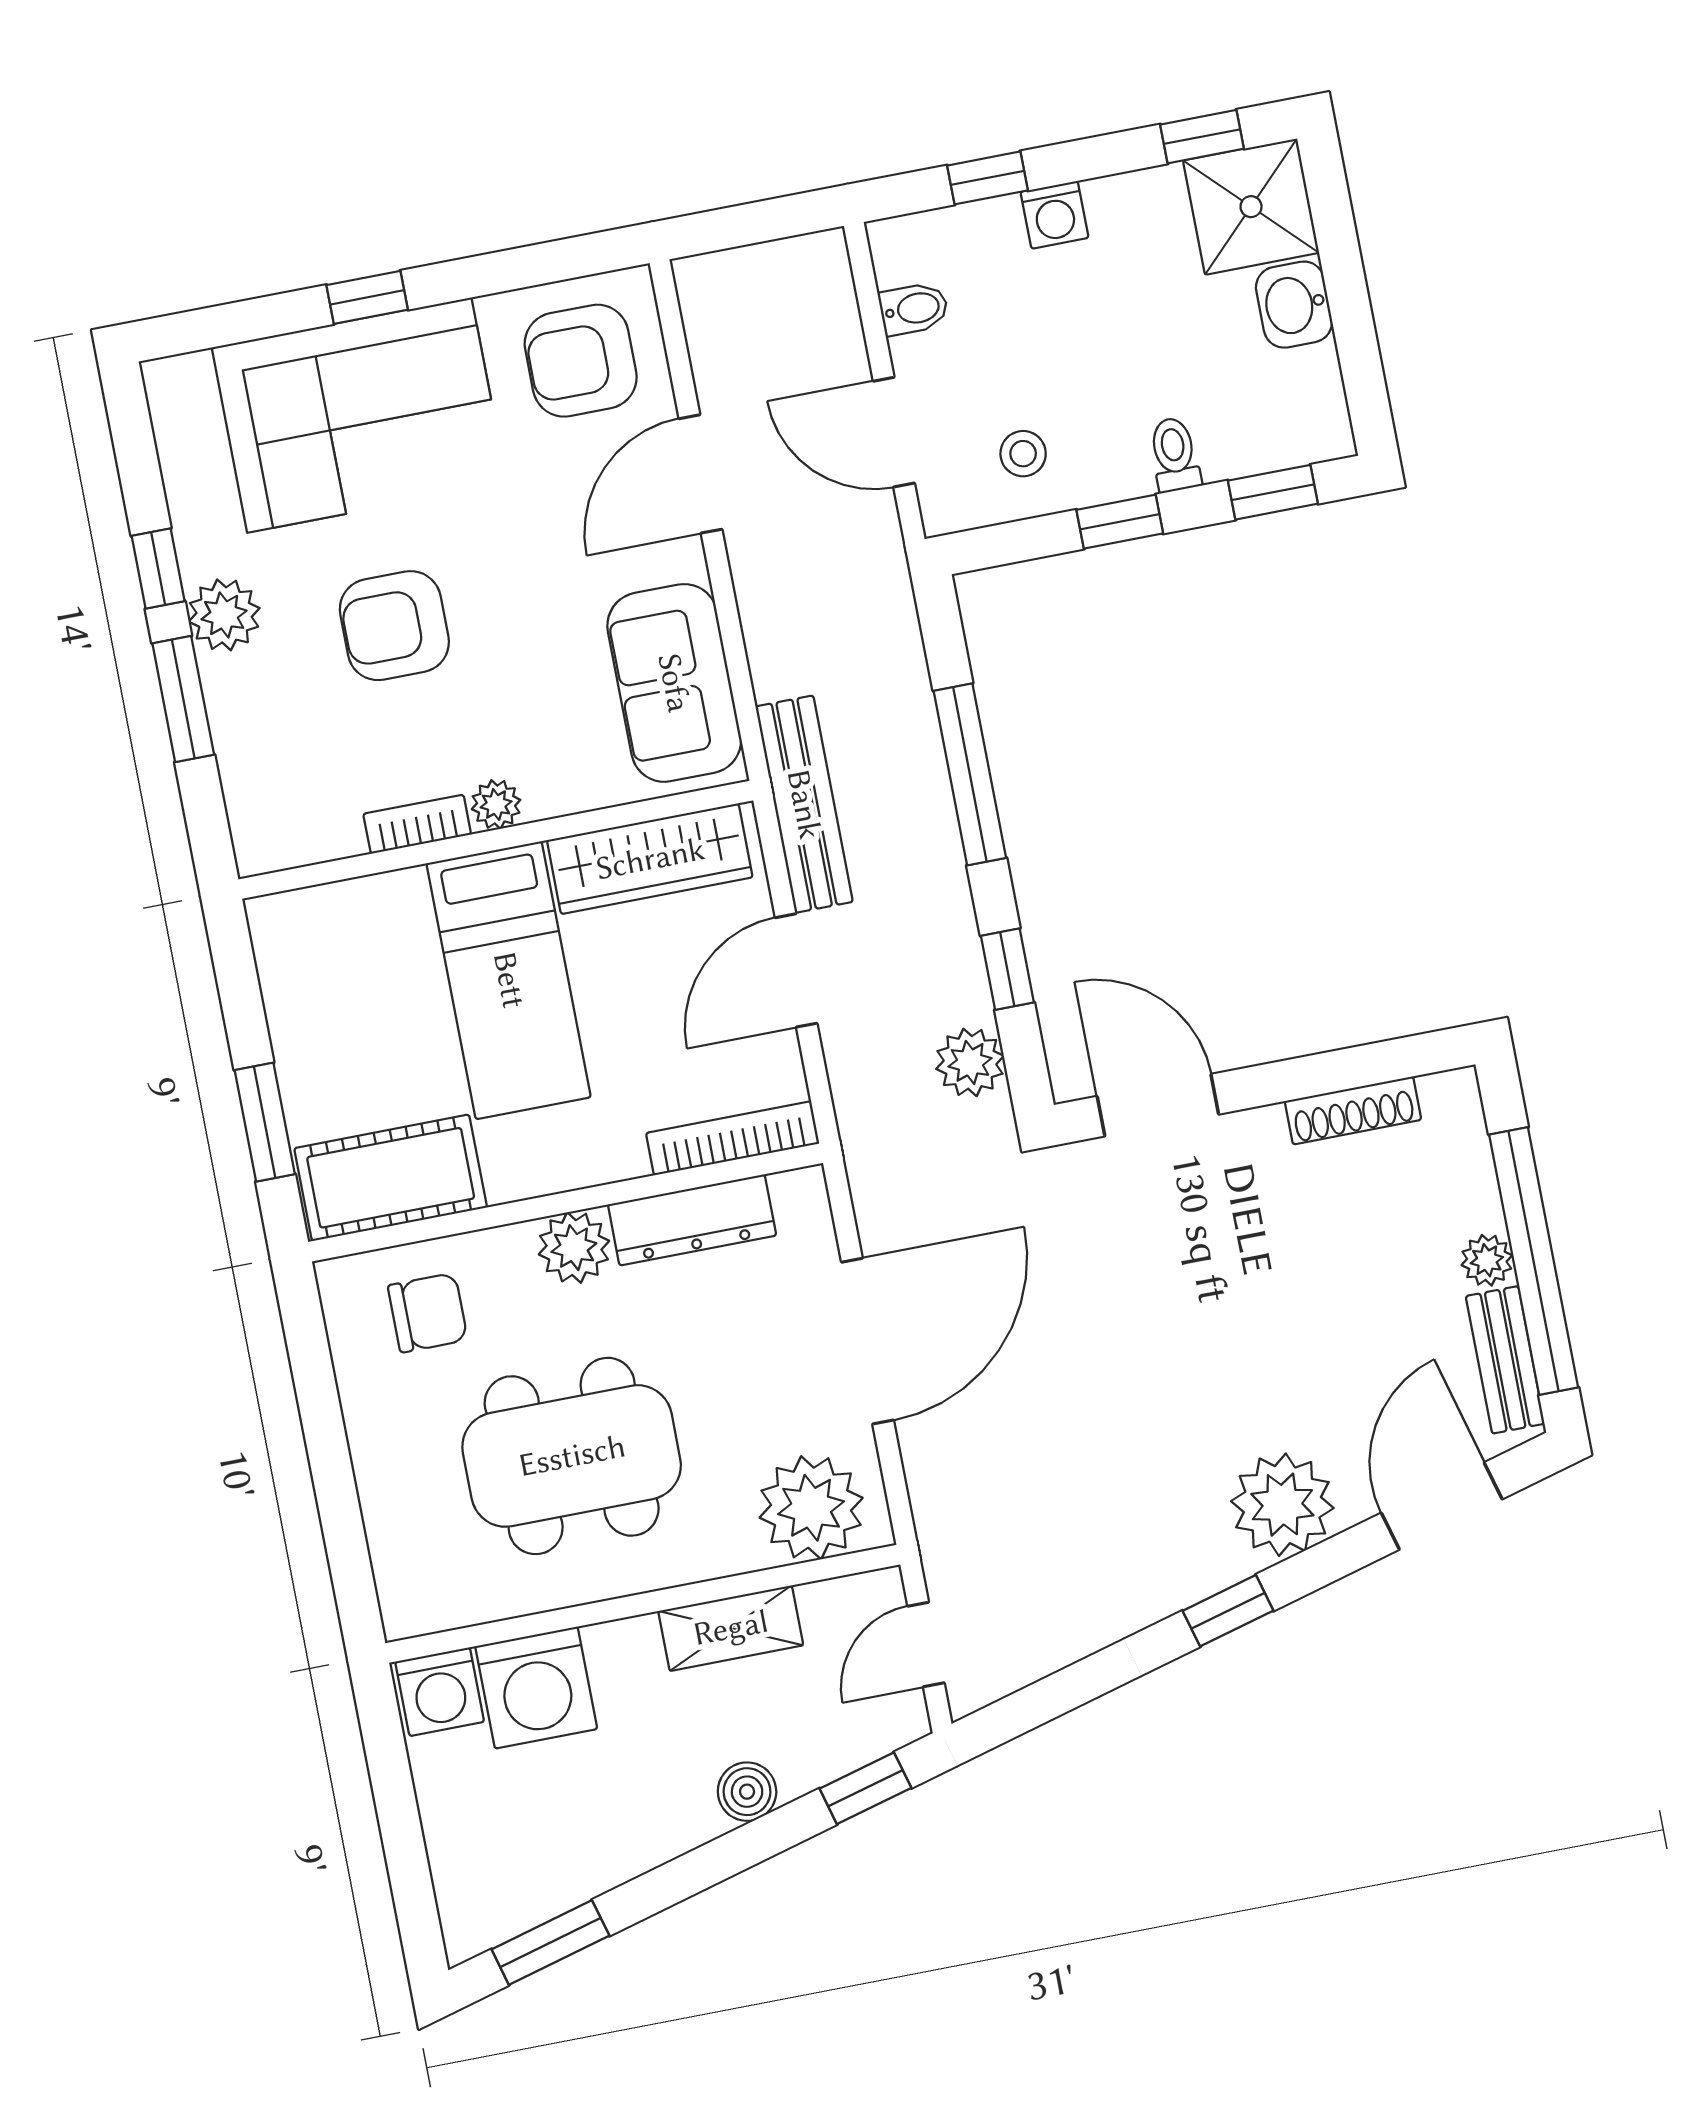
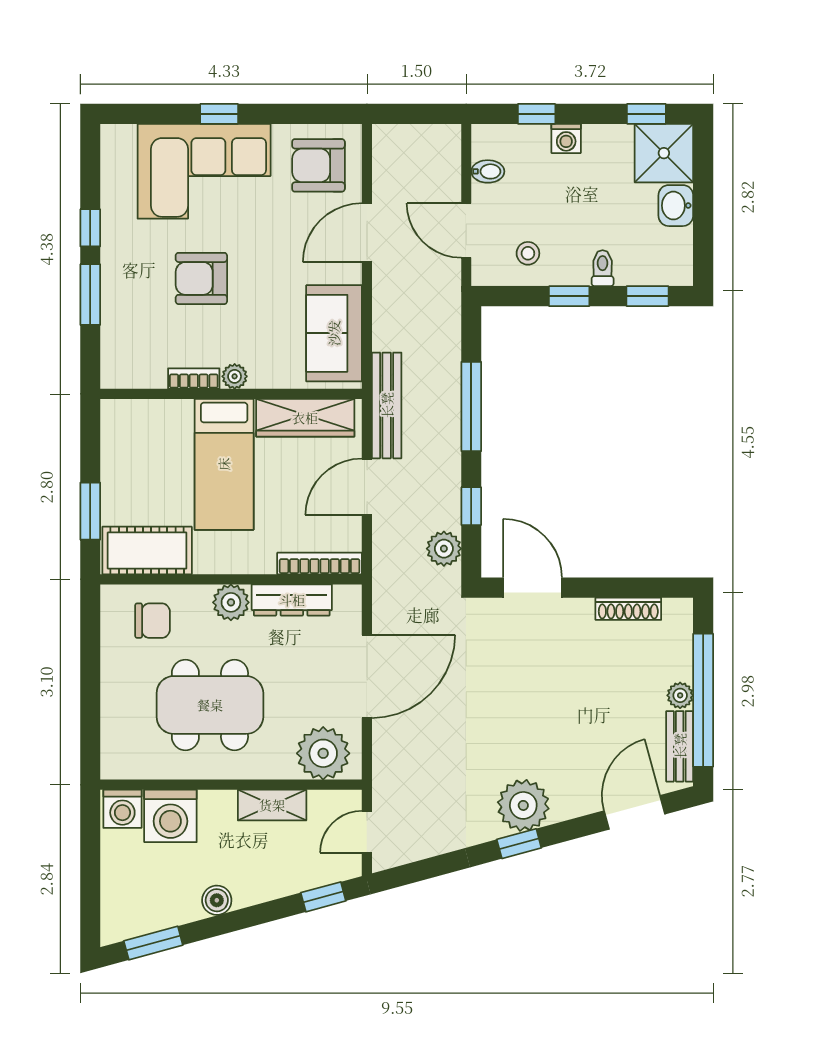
plant: (224, 615) -> (118, 257), removed
plant: (1282, 1505) -> (523, 805), moved
boiler: (747, 1792) -> (217, 900), moved

